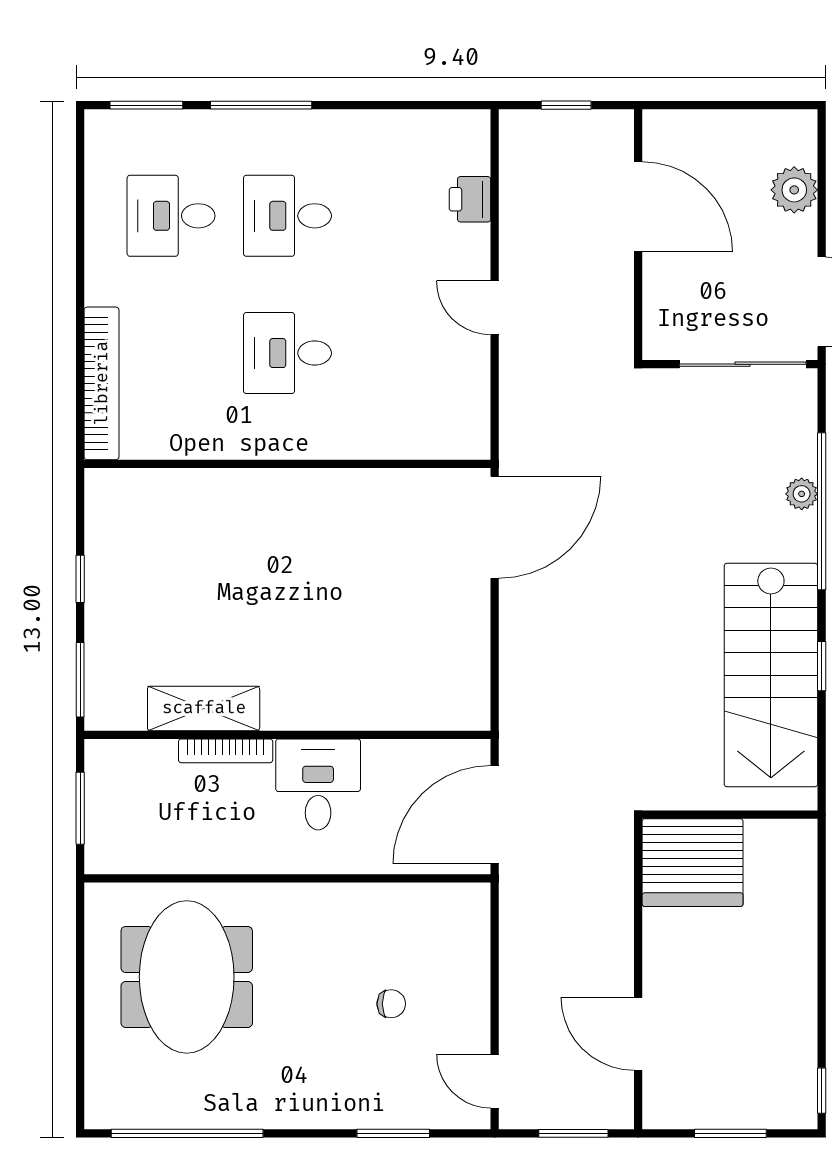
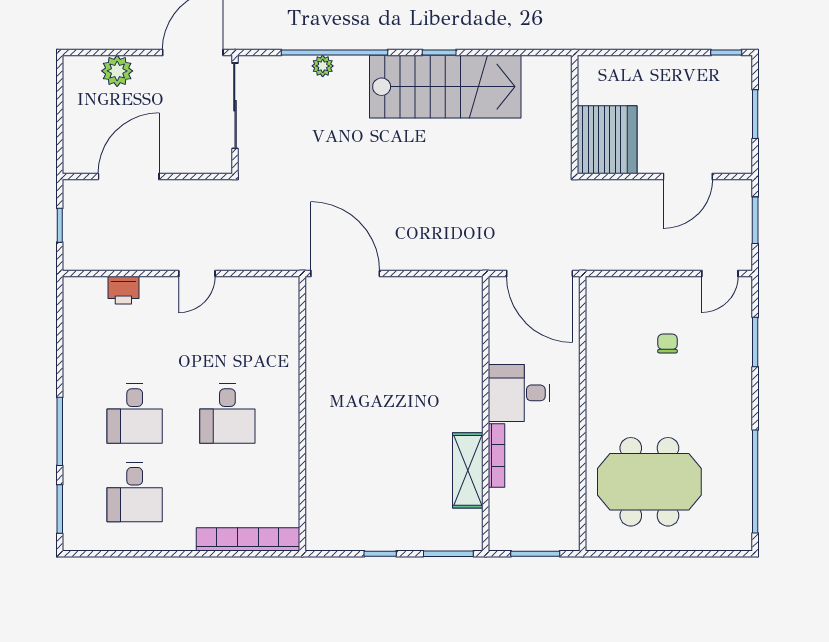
wall: (730, 815) -> (575, 114), moved
server rack: (693, 863) -> (607, 140), moved

